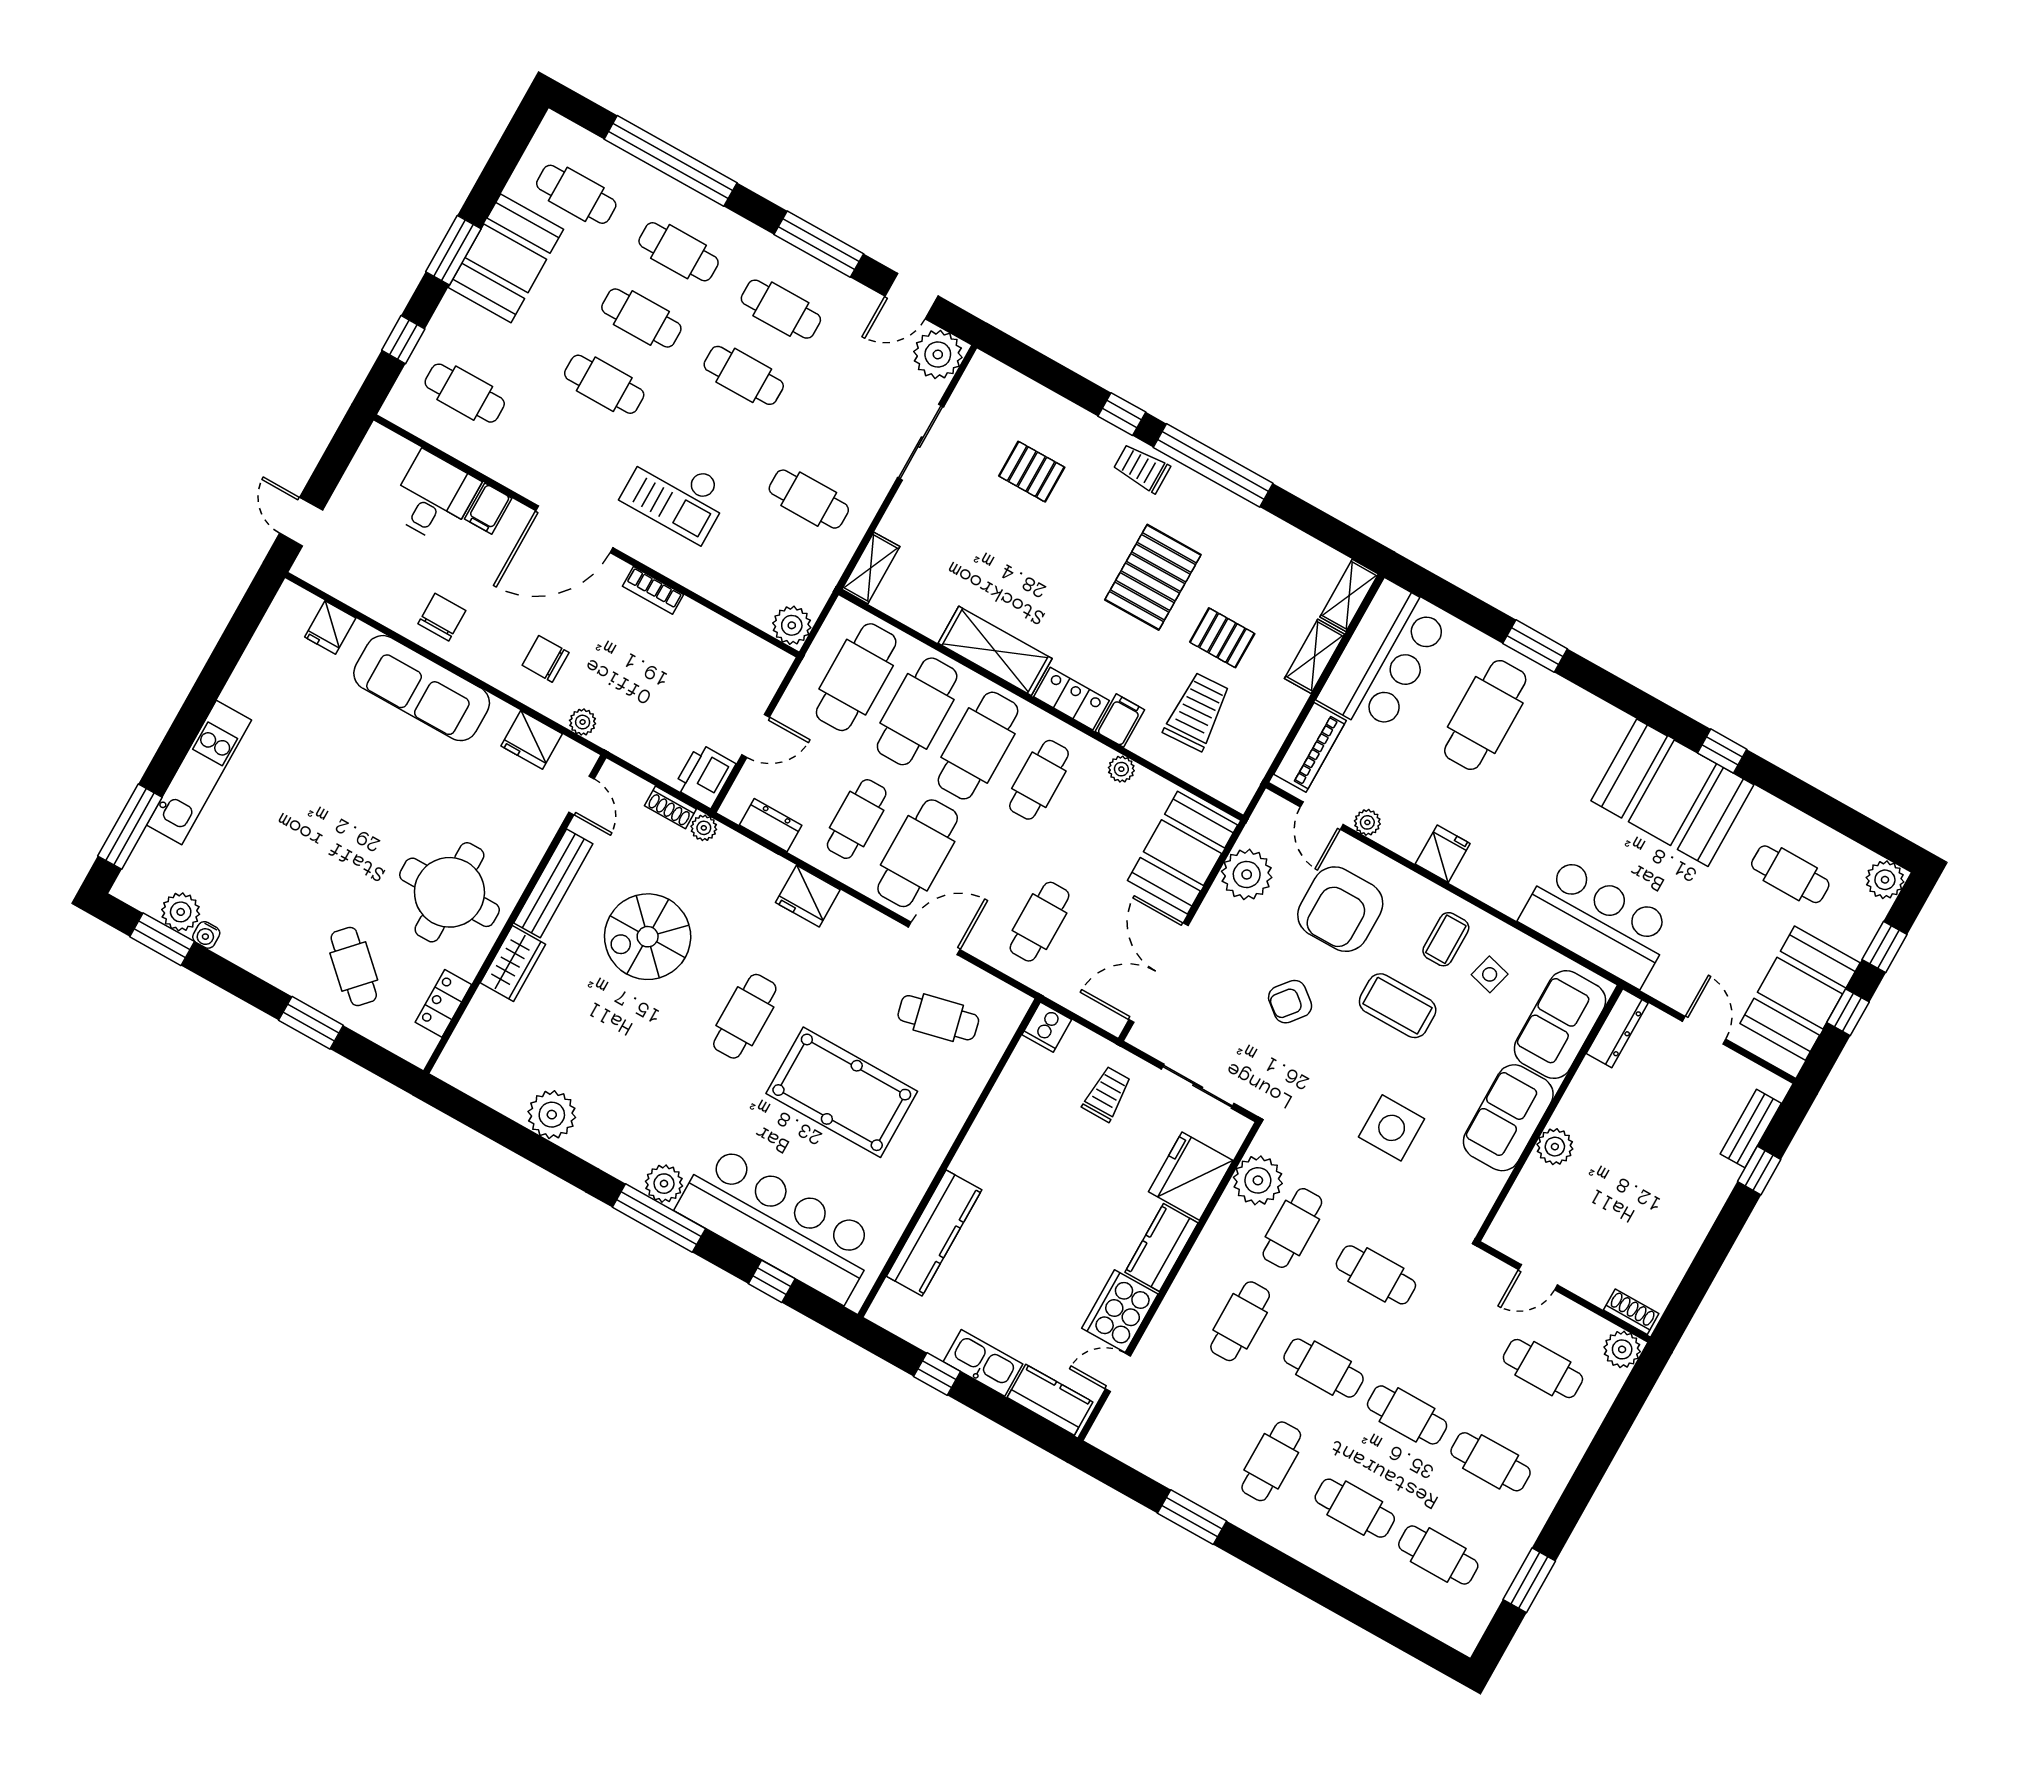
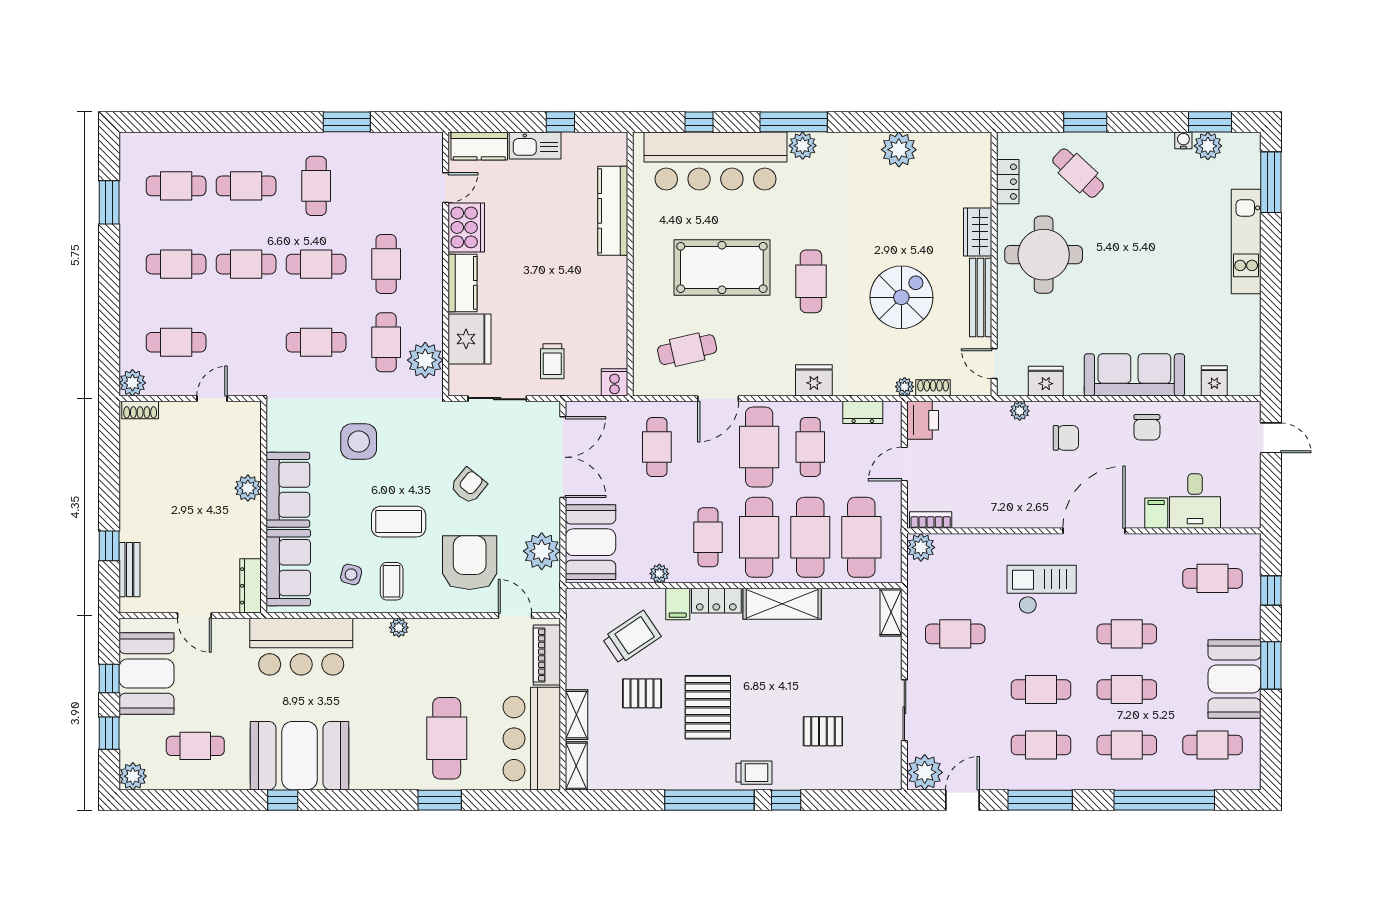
bookcase: (653, 590) -> (931, 520), moved
trolley: (1197, 712) -> (632, 637), turned -121
plant: (1367, 822) -> (399, 628), moved
fridge: (1443, 854) -> (424, 635), removed

